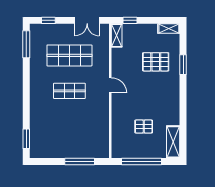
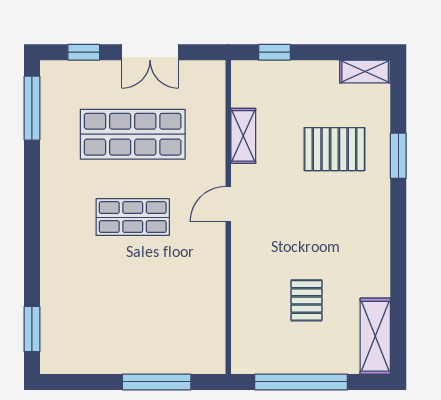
double door: (87, 20) -> (150, 52), moved
shelving: (117, 35) -> (243, 136), moved
door: (110, 85) -> (228, 204), swing flipped
pallet: (144, 127) -> (306, 300), turned 90

